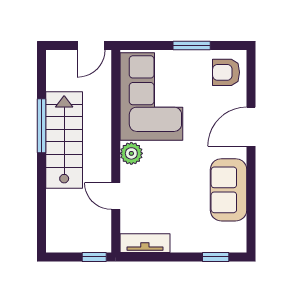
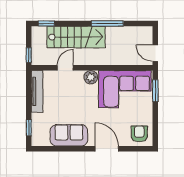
window: (192, 45) -> (155, 91), moved
stairs: (64, 140) -> (76, 37), moved
window: (42, 228) -> (46, 23), added
tv unit: (145, 243) -> (37, 91), width x1.41

